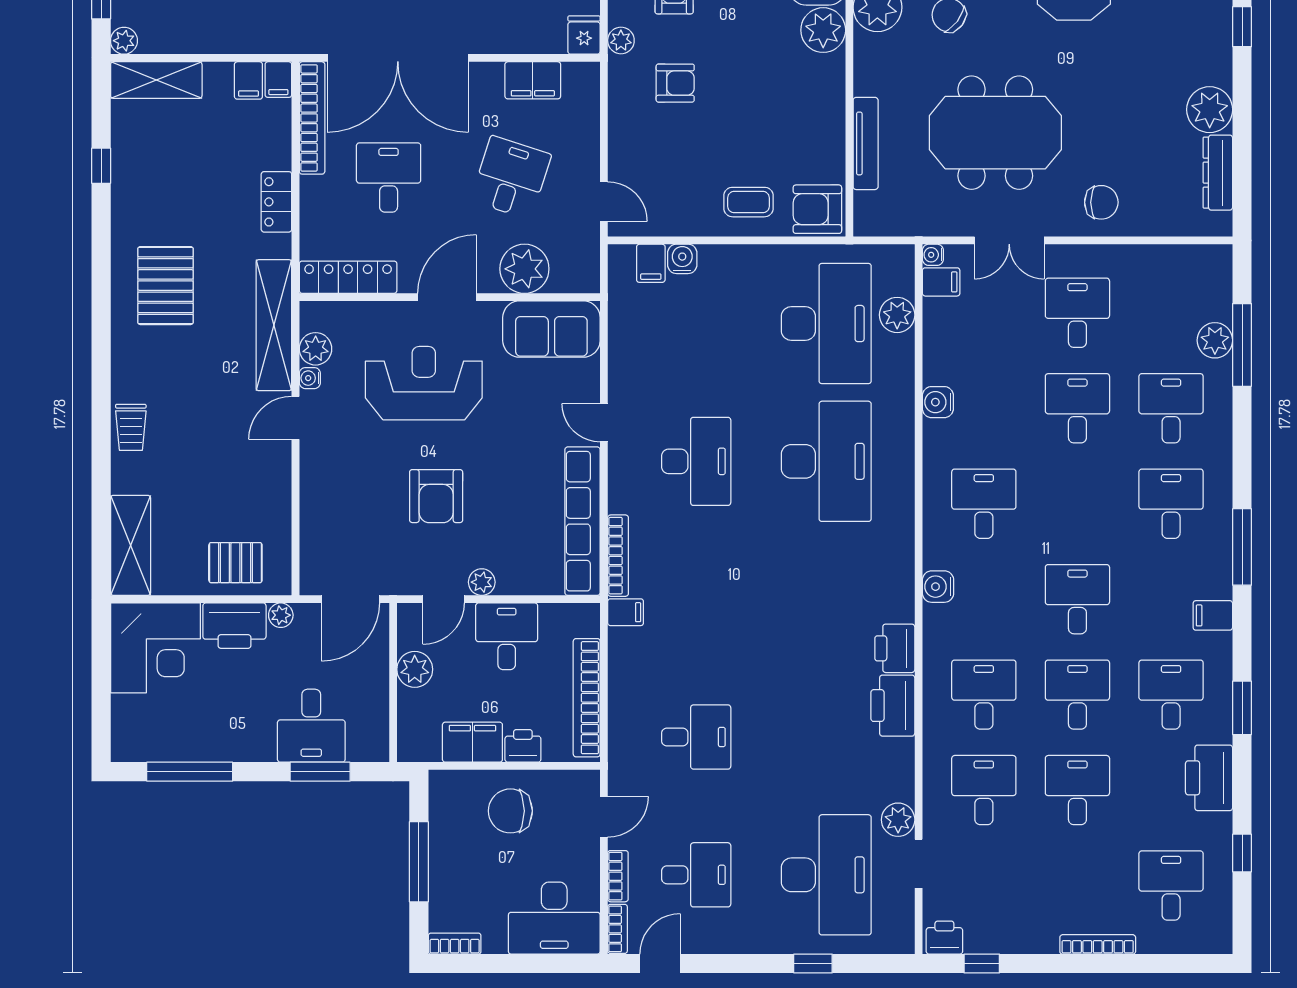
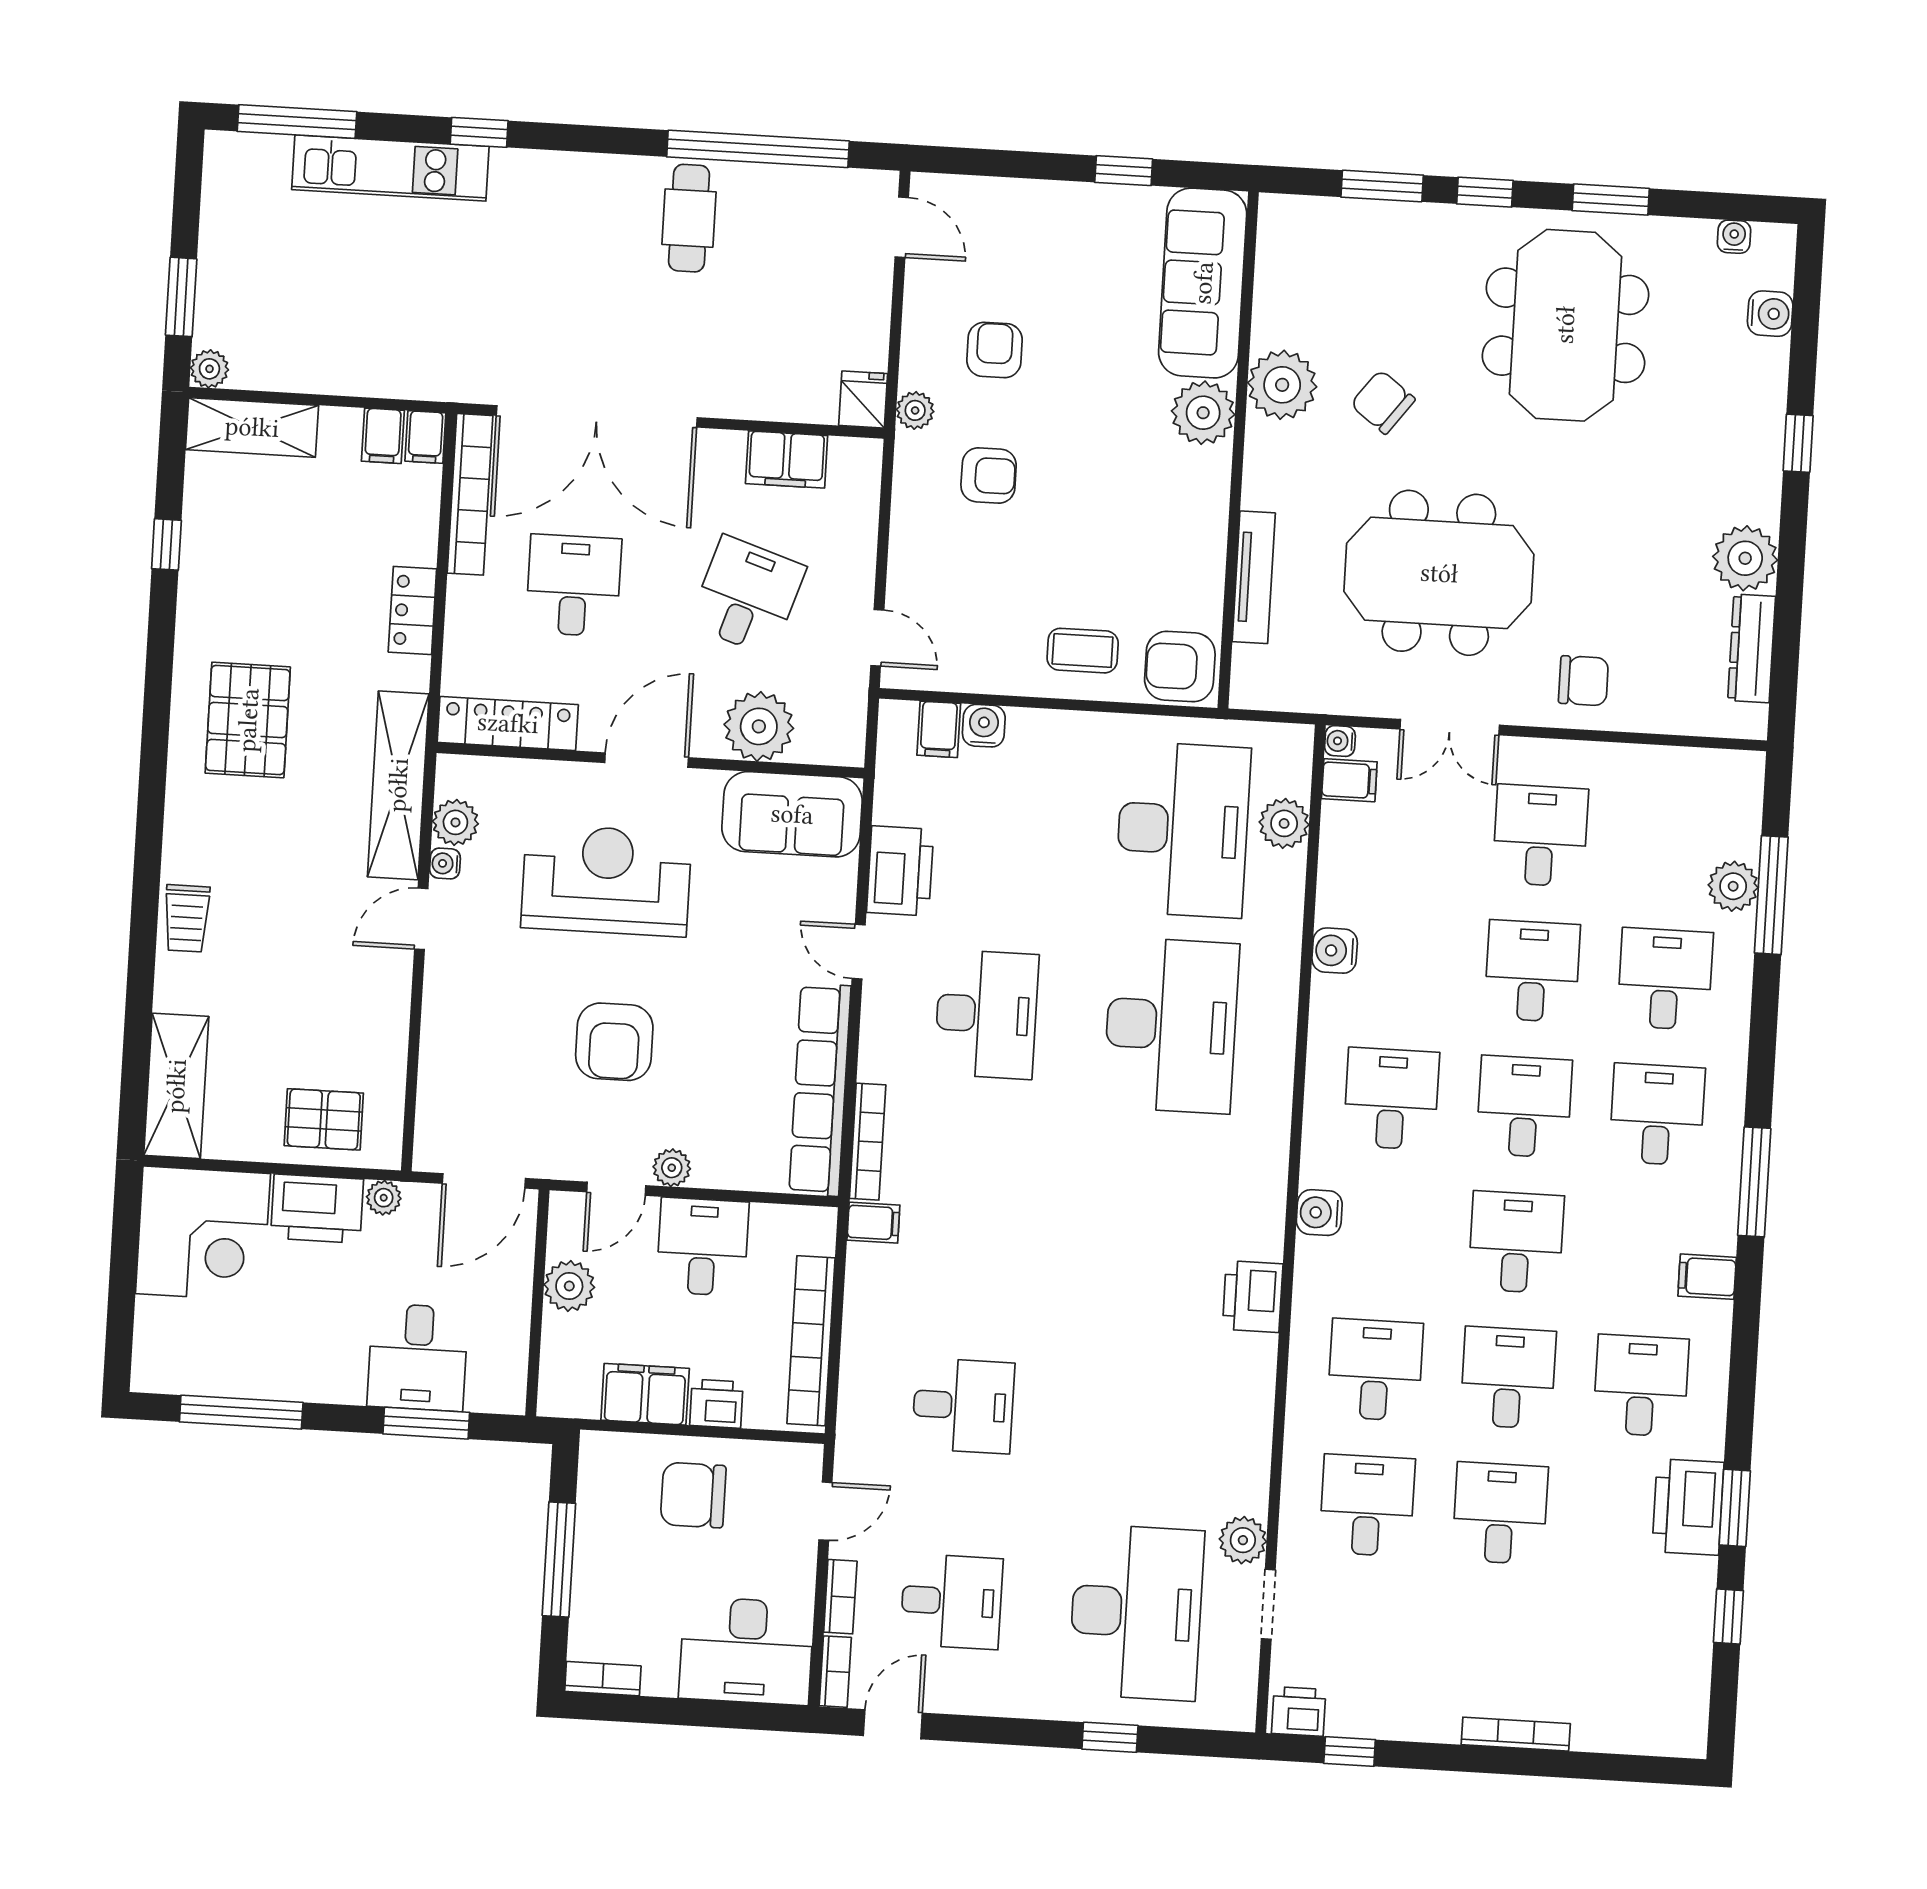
printer: (893, 706) -> (900, 871), moved, turned 180
window: (1242, 708) -> (1735, 1508), moved
desk: (1171, 886) -> (1524, 1107), moved

